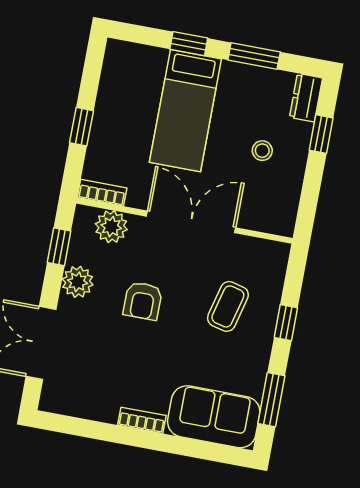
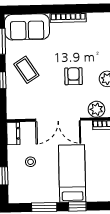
dresser: (306, 98) -> (13, 133), moved
coffee table: (228, 306) -> (26, 70), moved, turned -47
bookcase: (142, 420) -> (68, 18), width x1.56

